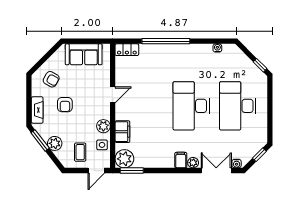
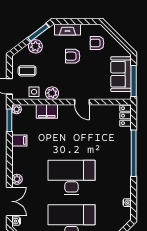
window: (91, 41) -> (134, 81), added
armchair: (51, 79) -> (97, 43), turned 61
plant: (124, 159) -> (17, 109), width x0.53, depth x0.53
filing cabinet: (181, 160) -> (19, 140), moved

